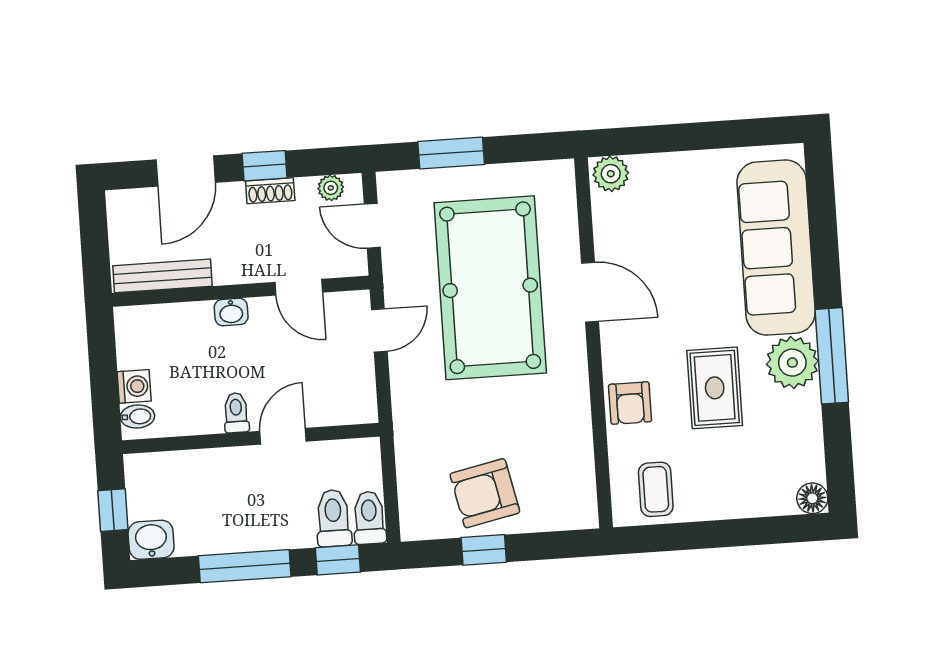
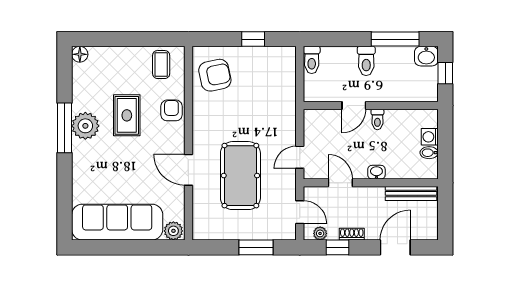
window: (265, 166) -> (338, 247), moved
sofa: (776, 248) -> (117, 222), moved, turned -90
pool table: (490, 288) -> (240, 176), width x0.73, depth x0.76
bidet: (137, 417) -> (429, 153), moved
armchair: (485, 493) -> (215, 75), moved
toilet: (333, 518) -> (366, 61), moved
window: (338, 560) -> (330, 39), removed
window: (245, 566) -> (395, 39), moved

